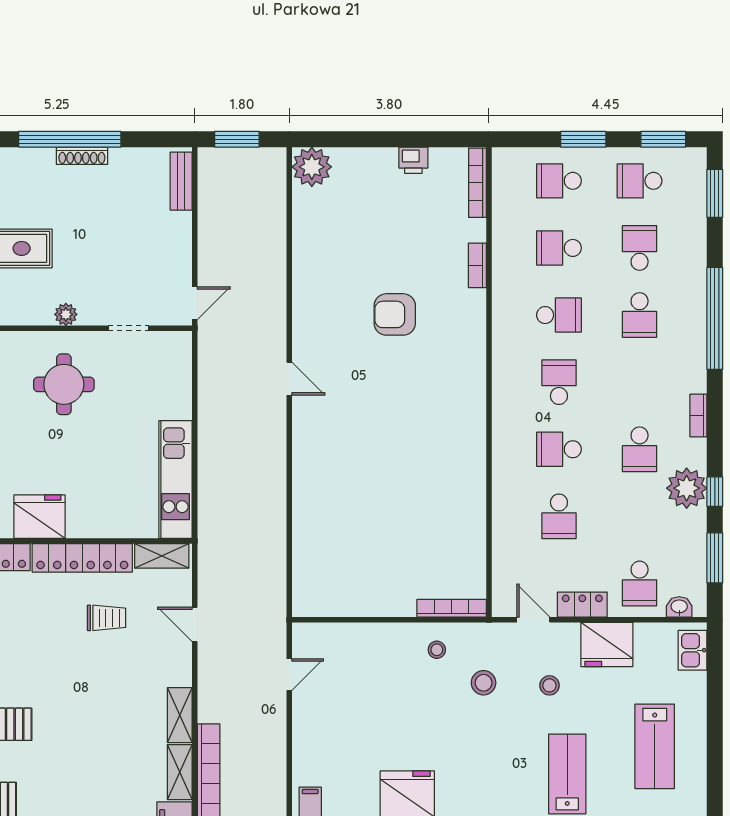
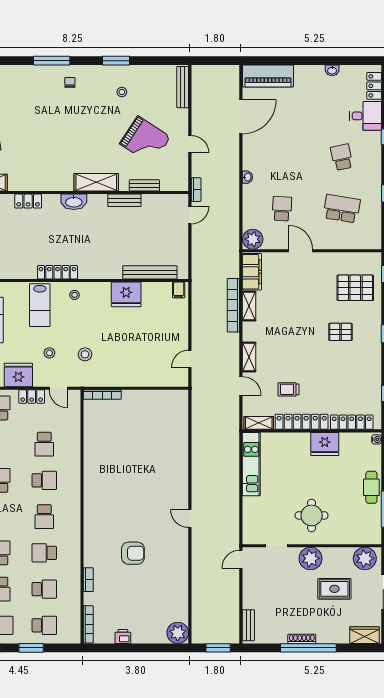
plant: (66, 314) -> (311, 558), width x1.87, depth x1.87
school desk: (559, 516) -> (44, 444), turned 180
stool: (437, 650) -> (75, 295), moved
shelving: (180, 715) -> (249, 357), moved

